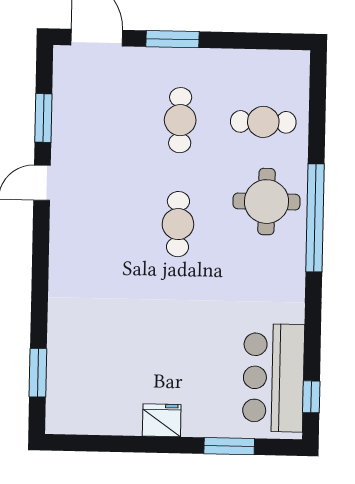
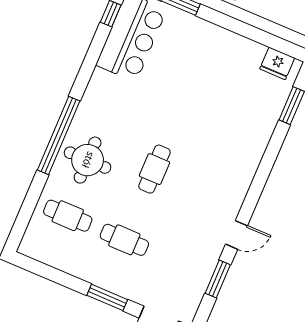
cafe table: (180, 120) -> (124, 240), turned 90
fridge: (162, 420) -> (277, 63), moved

